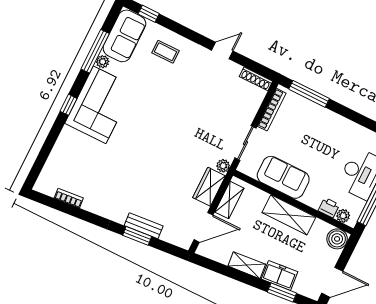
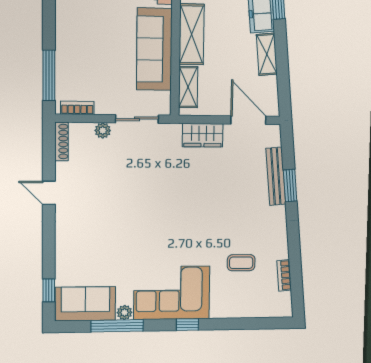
coffee table: (165, 52) -> (241, 263), moved, turned 90
bookcase: (272, 110) -> (77, 108), width x0.64
plant: (223, 166) -> (103, 130), moved
sofa: (283, 177) -> (154, 49), width x1.36
shelving: (229, 200) -> (188, 87), moved, turned 90
bench: (144, 226) -> (276, 176), width x1.36

